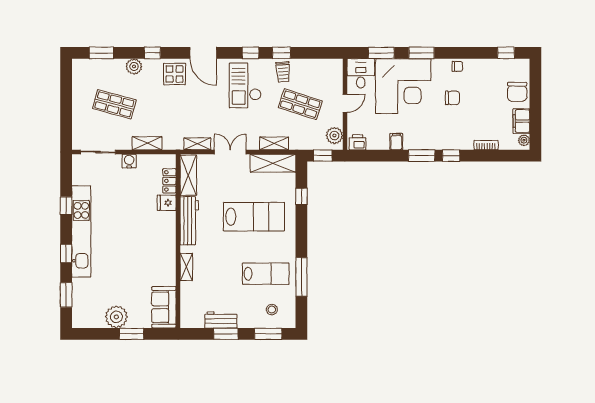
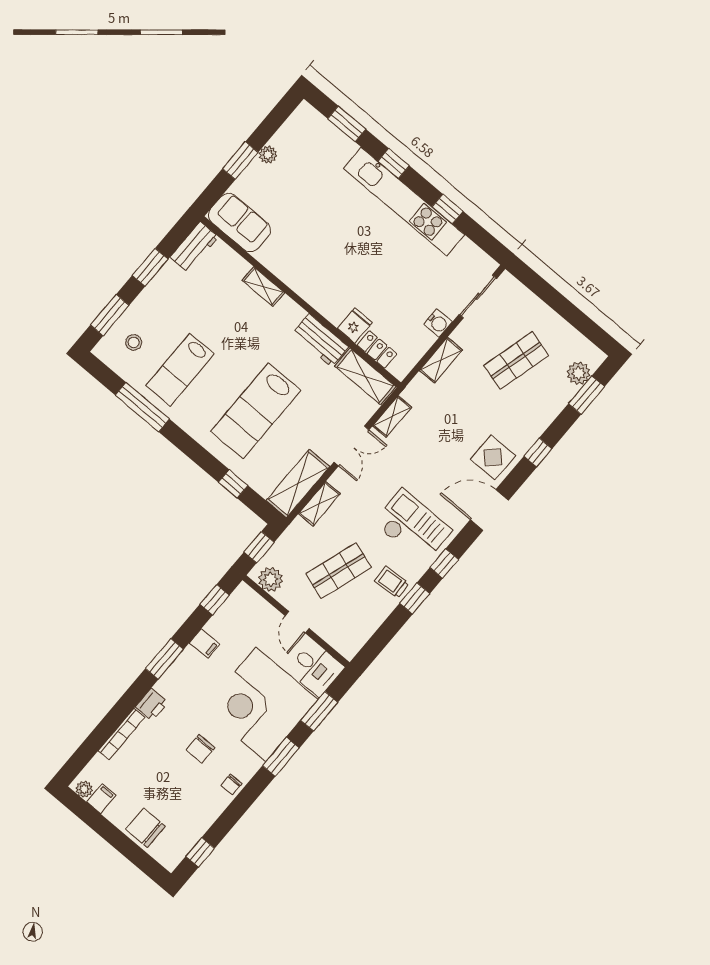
plant: (134, 66) -> (579, 373), moved
filing cabinet: (521, 121) -> (101, 799), width x0.50
printer: (358, 142) -> (152, 705), moved
bookcase: (486, 145) -> (121, 734), width x1.56
window: (451, 156) -> (215, 600), moved
workbench: (189, 221) -> (320, 340), width x0.73
plant: (116, 317) -> (268, 155), width x0.53, depth x0.53
workbench: (221, 320) -> (194, 247), moved

